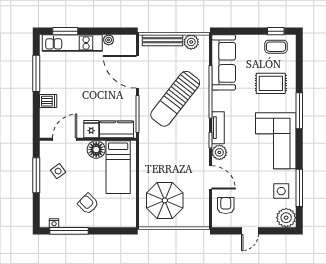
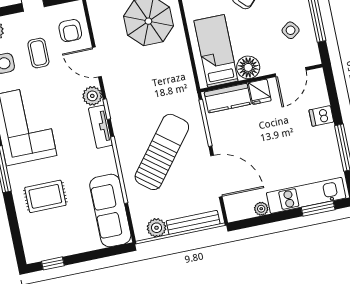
coffee table: (276, 47) -> (38, 53), moved, turned 90

